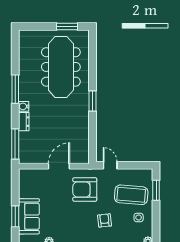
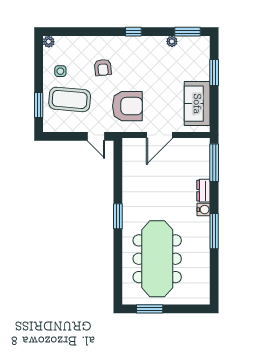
sofa: (29, 216) -> (197, 104), moved

